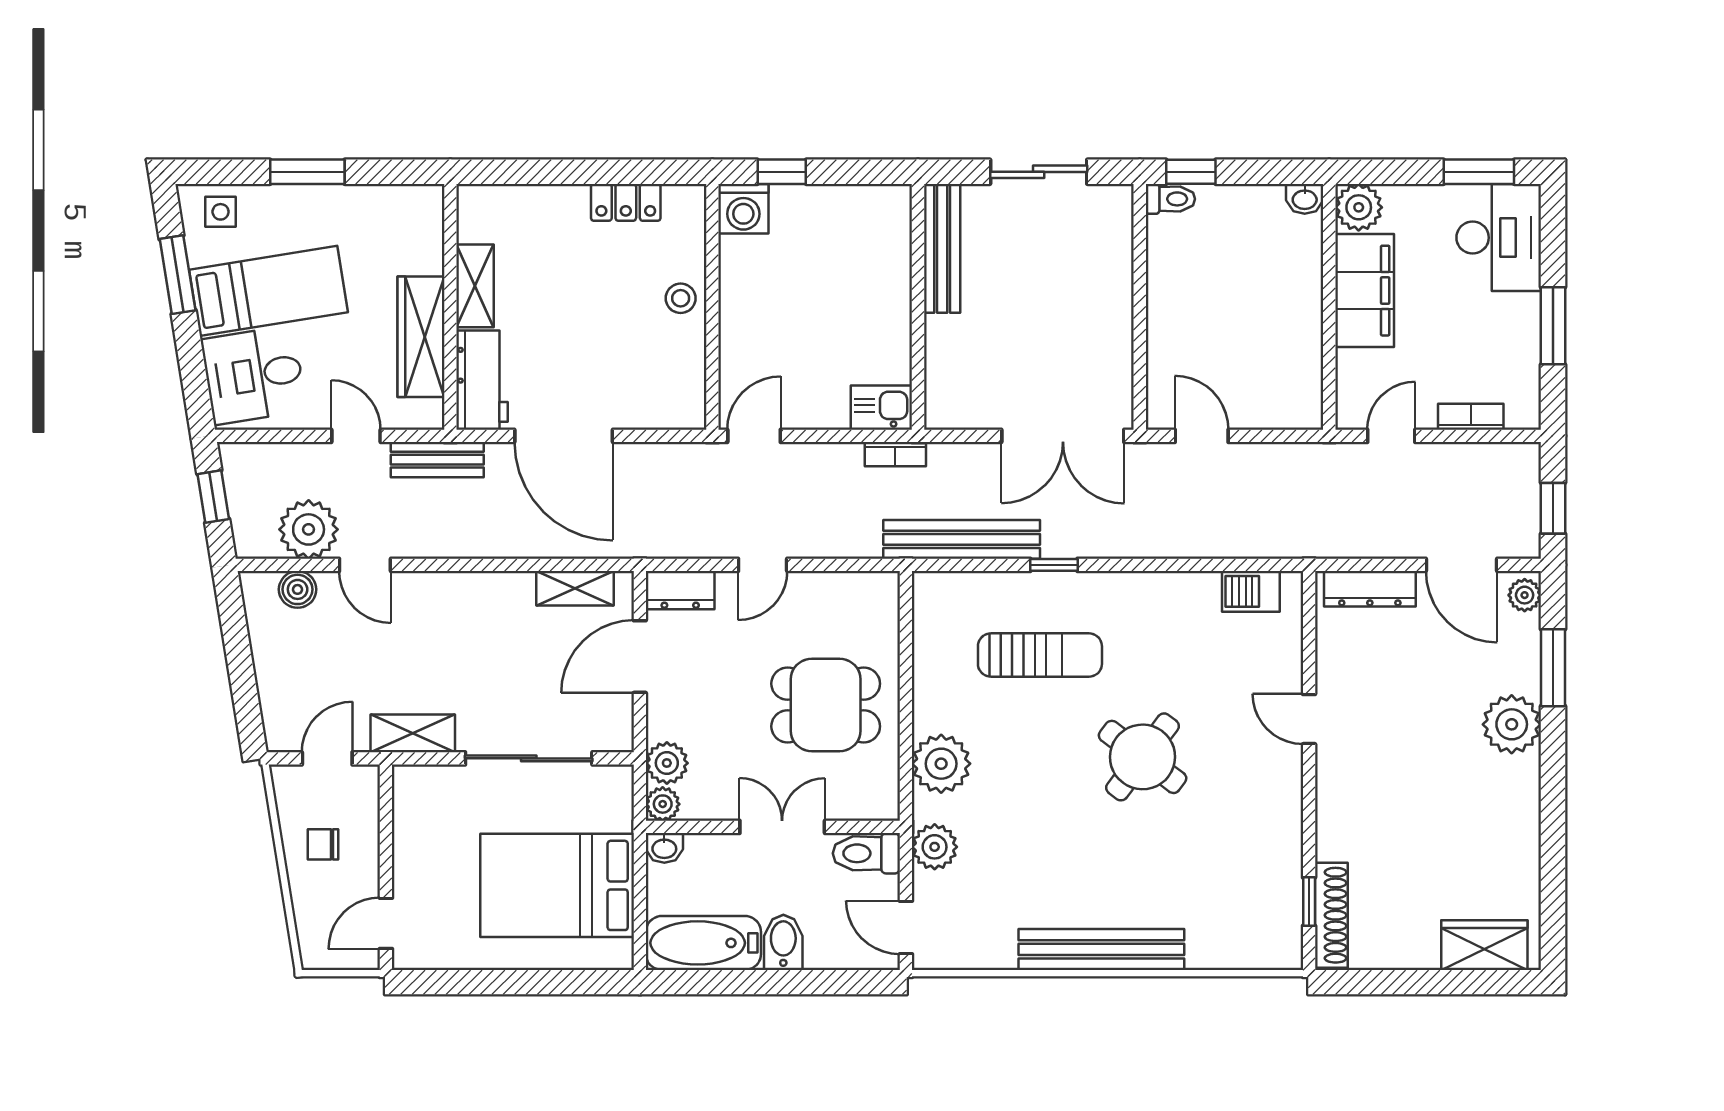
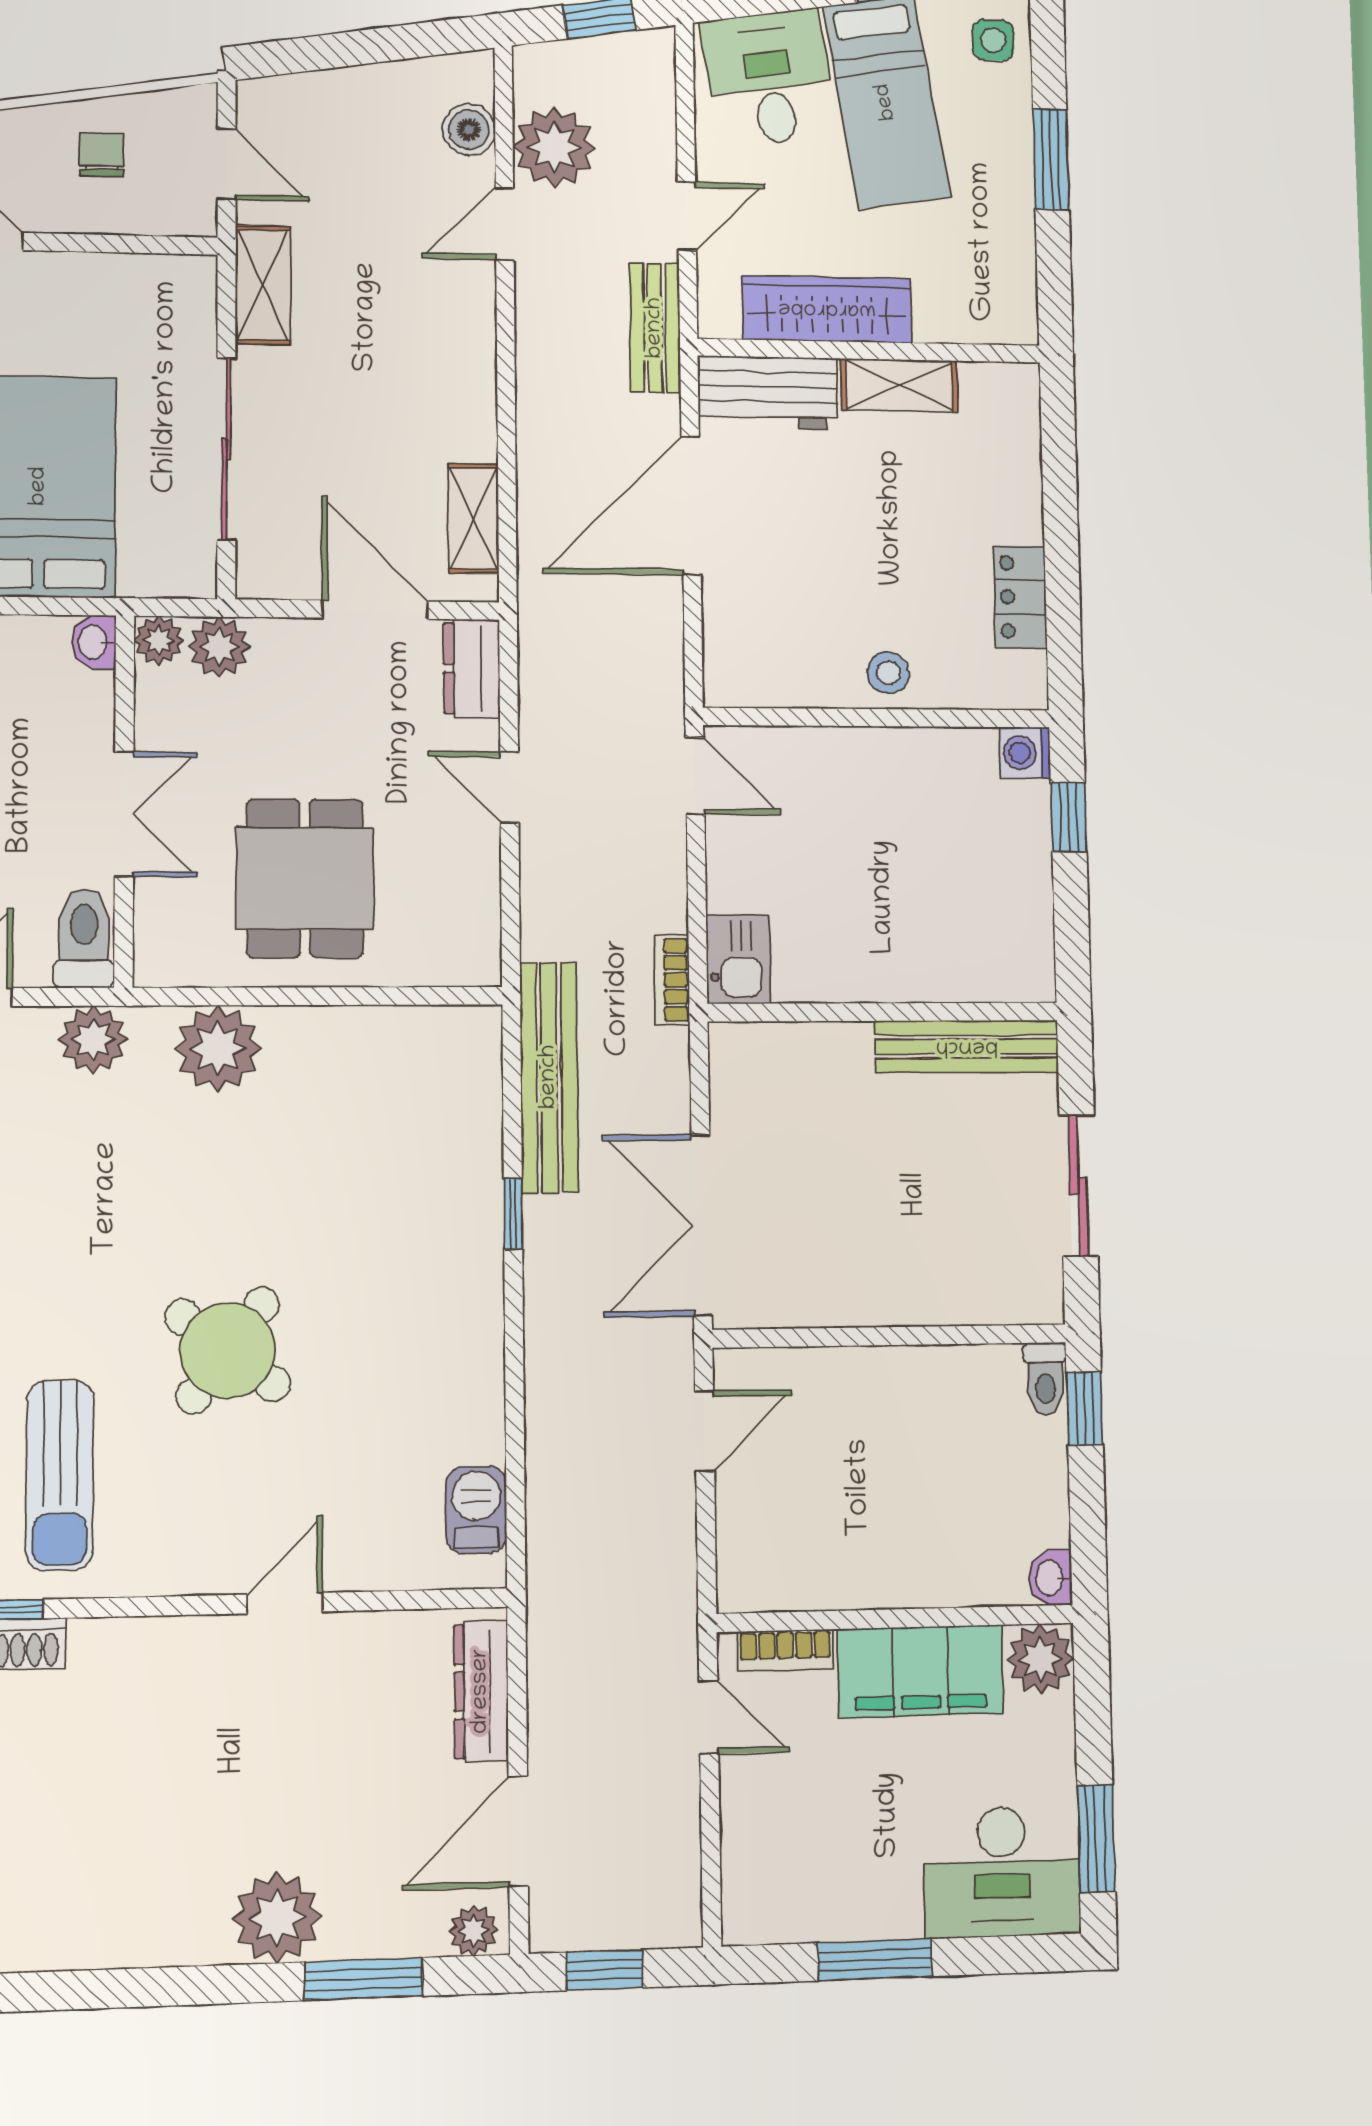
washing machine: (743, 209) -> (1025, 753), width x0.73, depth x0.73
bookcase: (1471, 417) -> (785, 1650), moved, turned 90
sun lounger: (1040, 655) -> (60, 1475), moved

